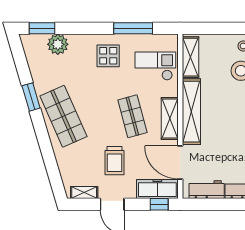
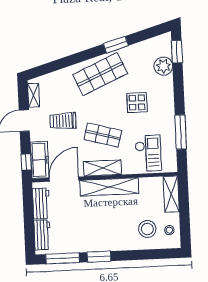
display table: (108, 56) -> (137, 103), moved
shelving: (191, 57) -> (171, 194), moved, turned 90
shop shelf: (132, 116) -> (103, 135), turned 30

